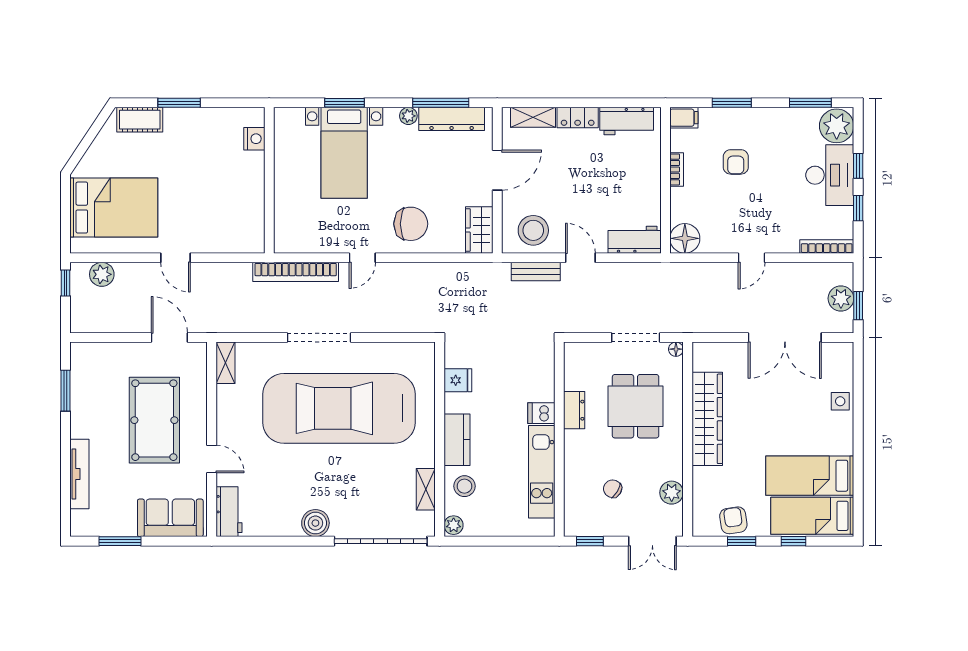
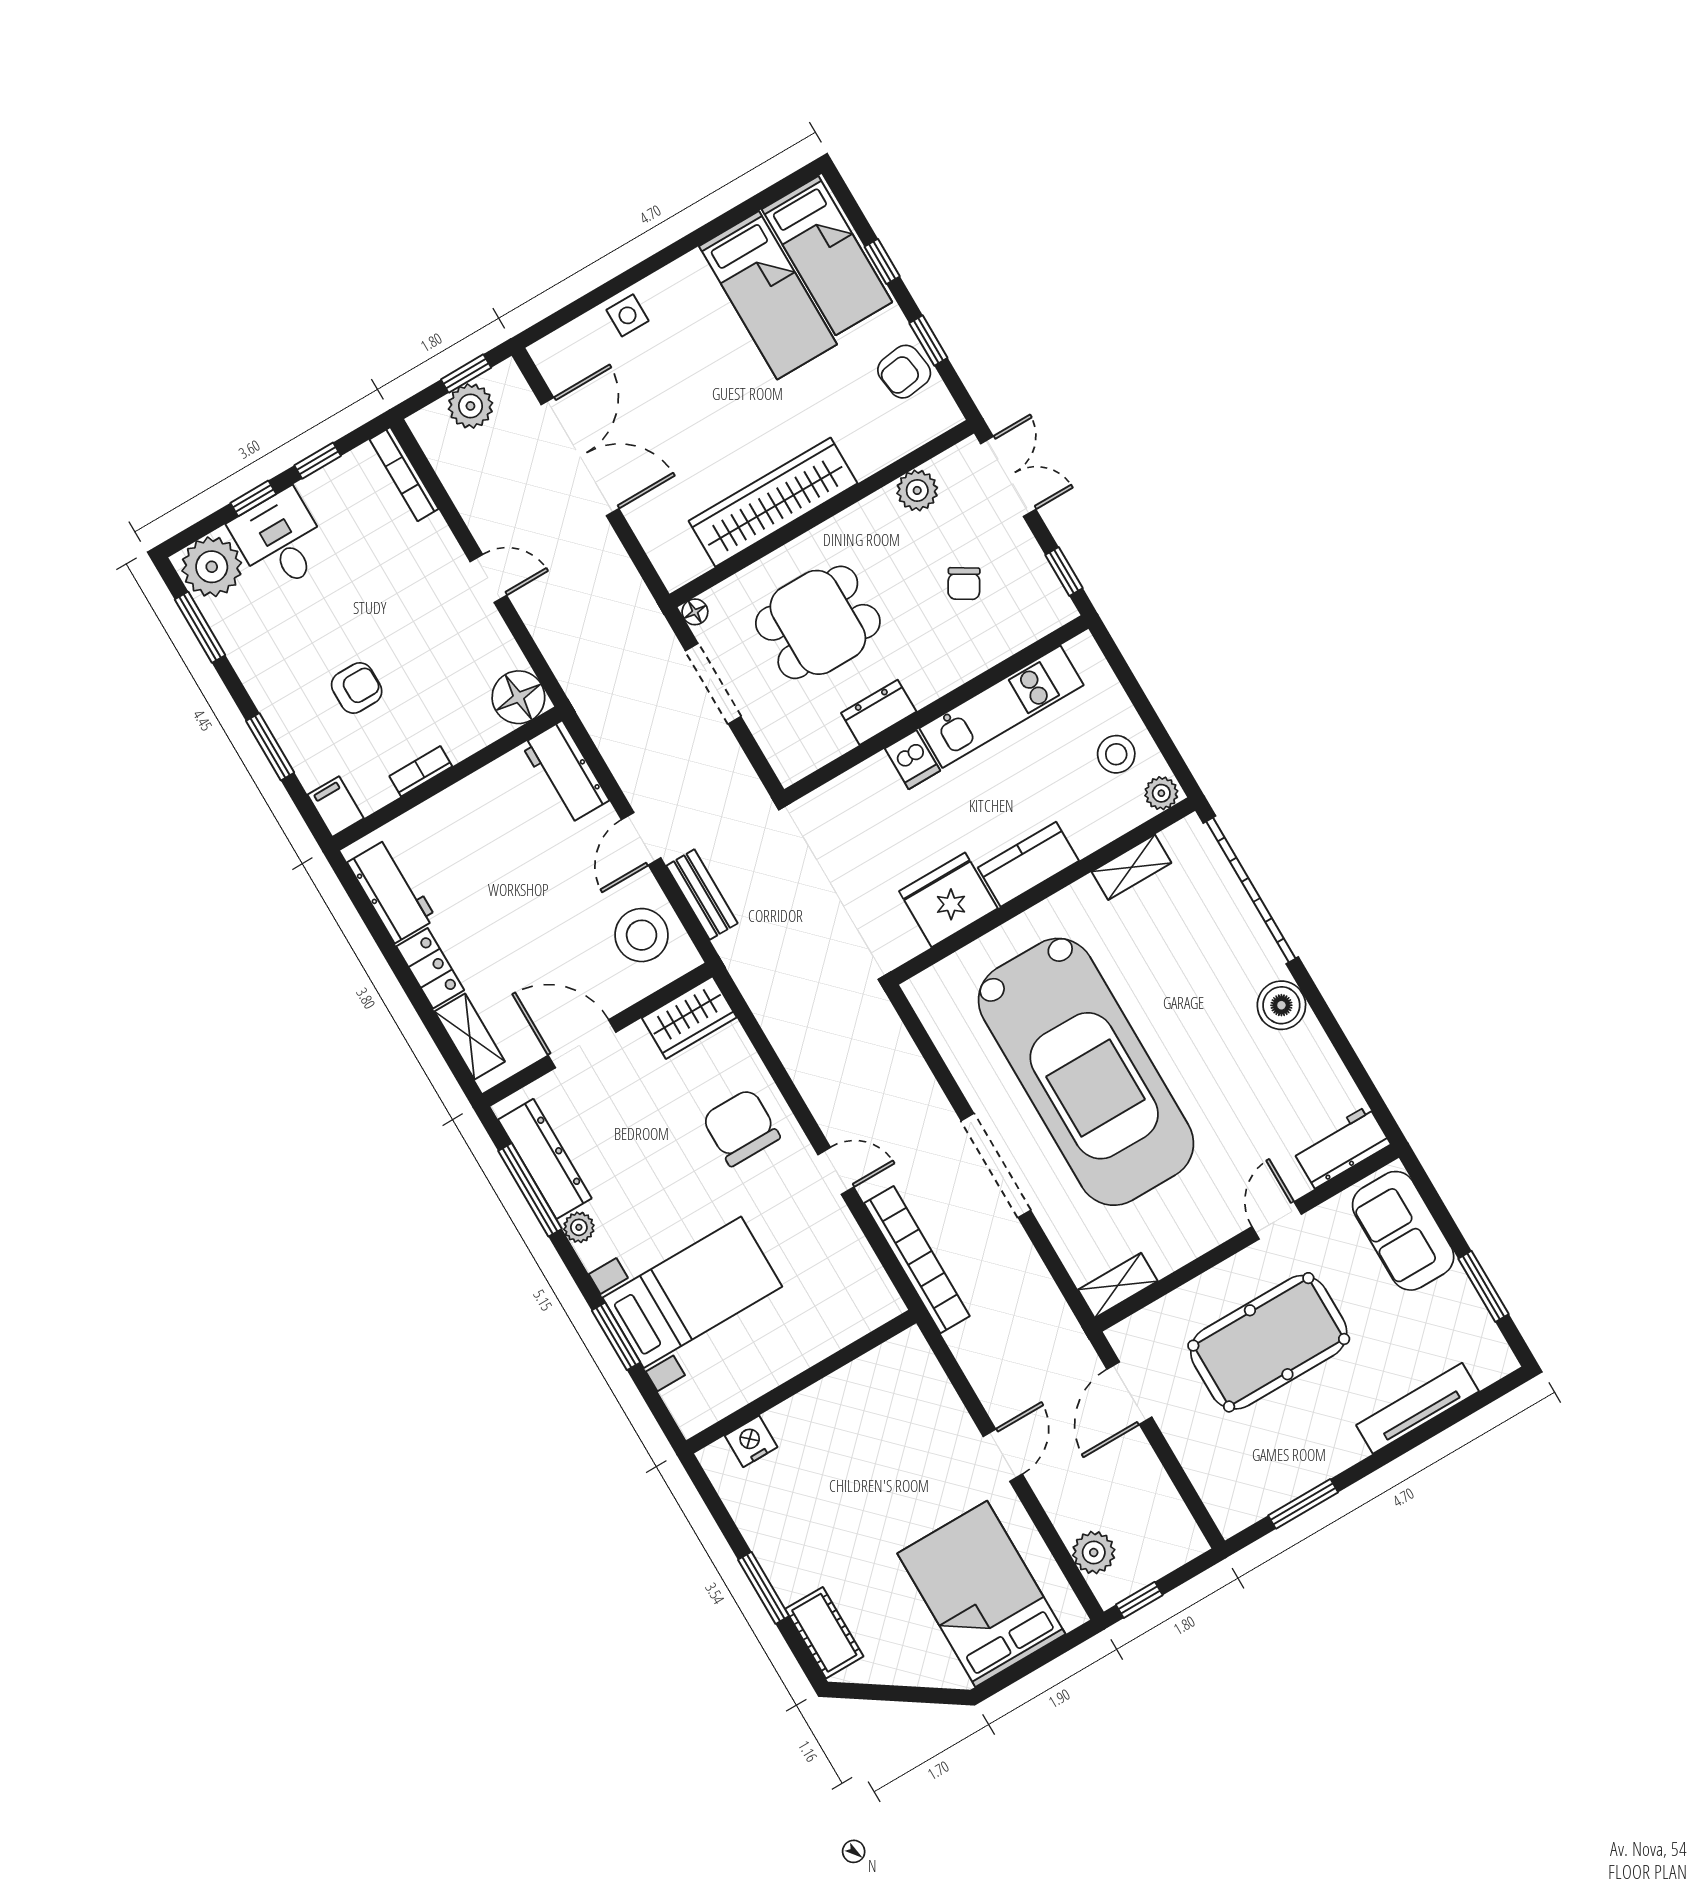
desk: (830, 175) -> (280, 541), width x0.73
fridge: (458, 380) -> (948, 900), width x1.88, depth x1.34
stool: (464, 486) -> (1116, 754), moved

